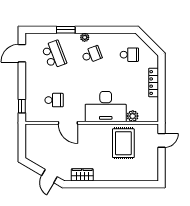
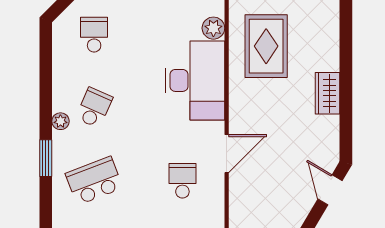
school desk: (92, 55) -> (94, 108), turned 45
rug: (123, 143) -> (266, 46), turned 90
wardrobe: (82, 175) -> (328, 93), moved
door: (49, 176) -> (330, 190), swing flipped

